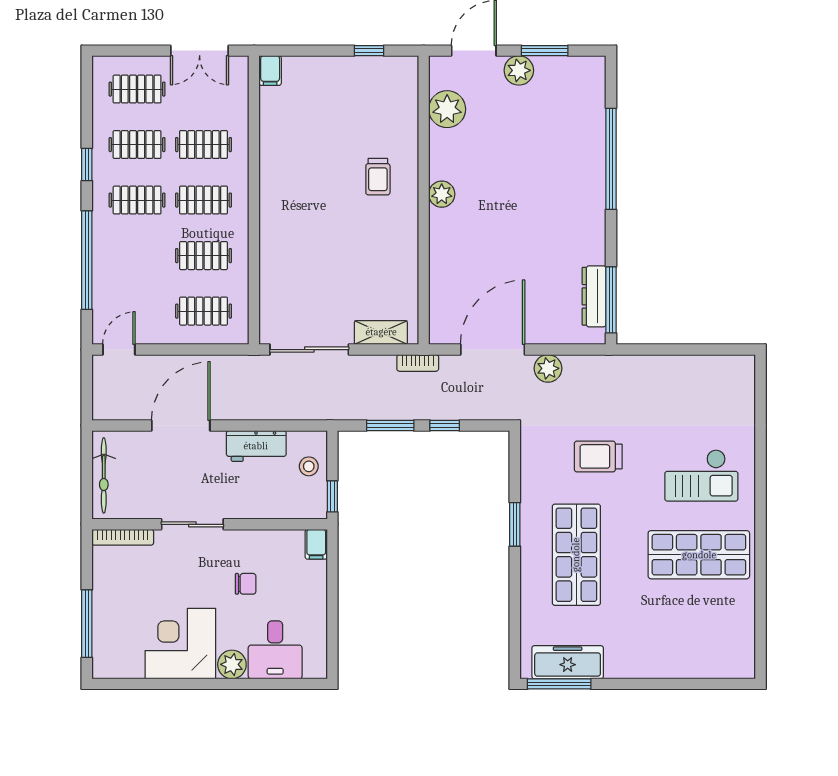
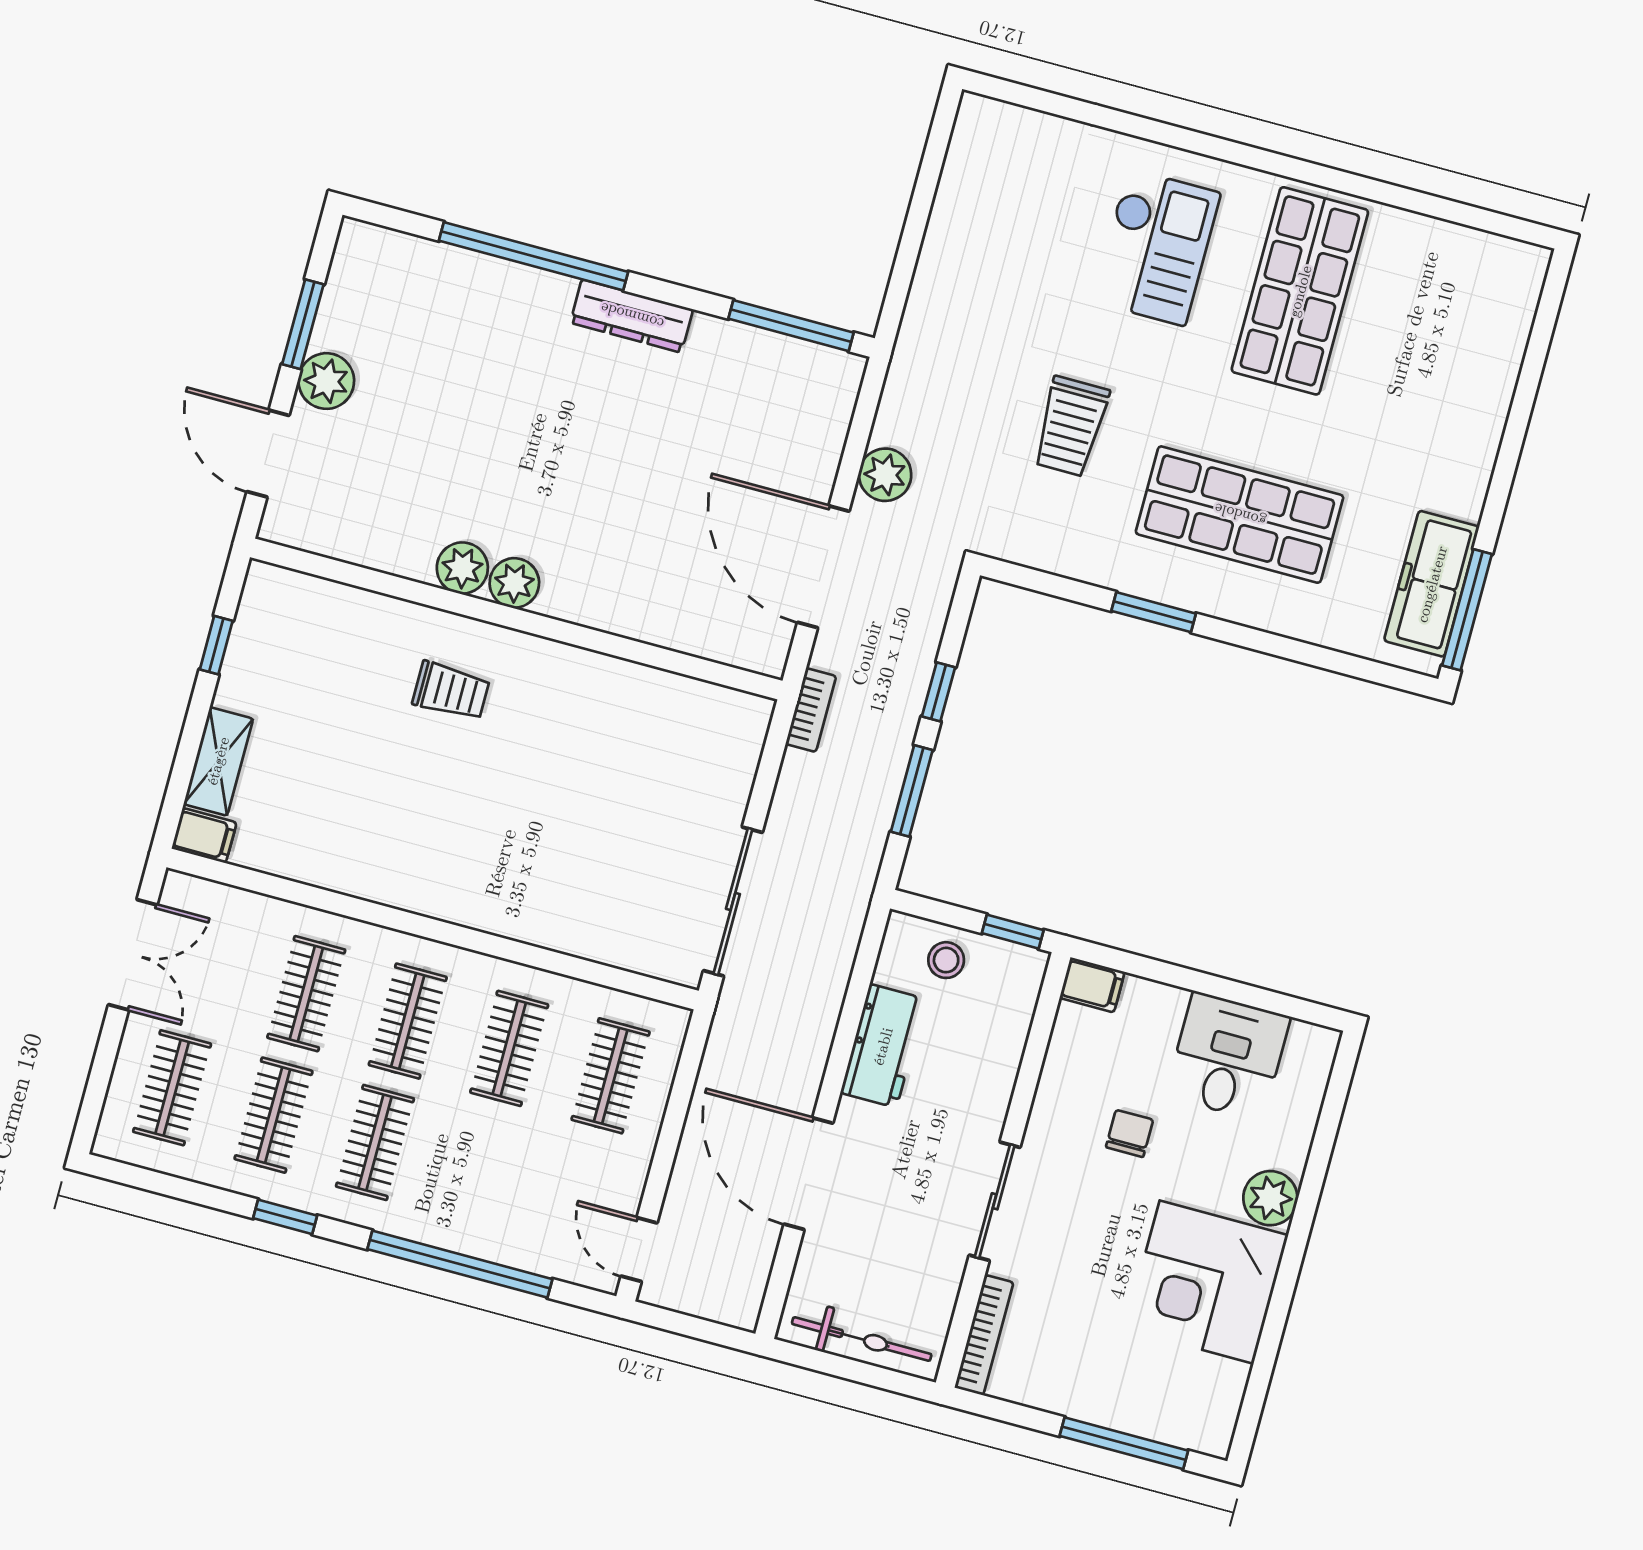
plant: (447, 109) -> (462, 568), moved, width x0.73, depth x0.73
dresser: (594, 296) -> (632, 316), moved
shelving: (381, 332) -> (218, 761), moved
desk: (275, 650) -> (1228, 1056), moved, turned -90

